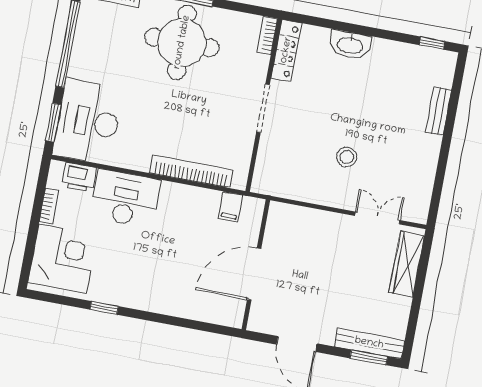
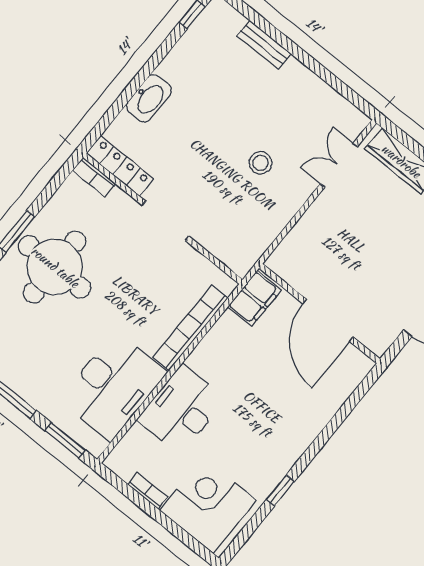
desk: (88, 121) -> (113, 386), moved, turned -90
printer: (79, 177) -> (135, 444), removed
filing cabinet: (230, 207) -> (254, 298), width x2.00

